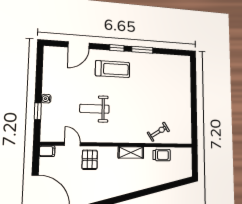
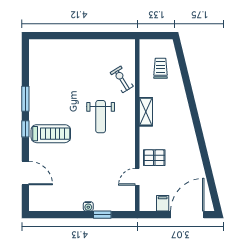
treadmill: (113, 69) -> (51, 134), turned 90
weight bench: (94, 109) -> (101, 117), moved
filing cabinet: (47, 151) -> (163, 203), moved
trolley: (162, 155) -> (160, 68), moved

